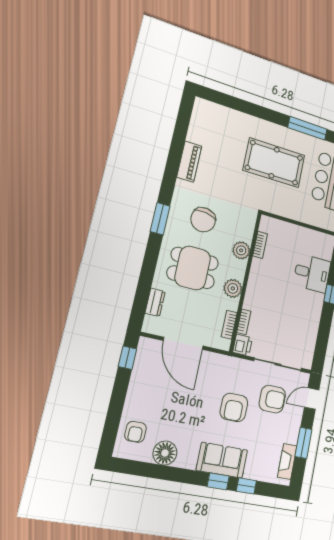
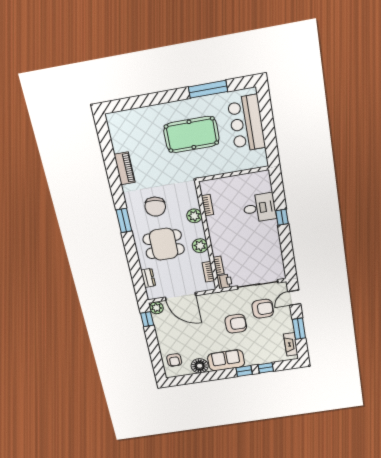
plant: (147, 347) -> (156, 308), added
armchair: (234, 407) -> (236, 324), turned -90
sofa: (222, 460) -> (226, 360), moved

